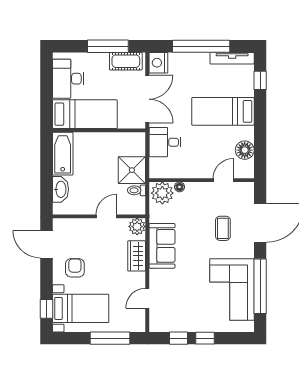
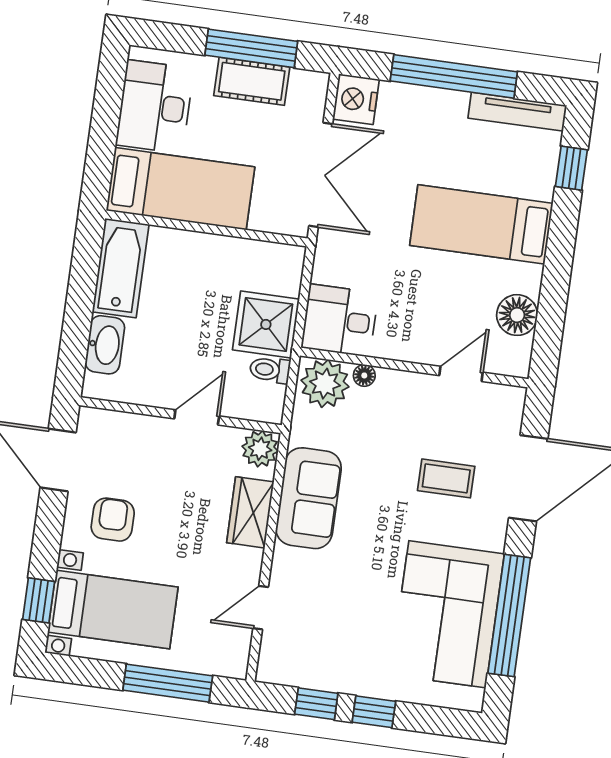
cot: (126, 61) -> (252, 81), moved
desk: (165, 142) -> (340, 320), moved
coffee table: (223, 228) -> (446, 478), turned 90

